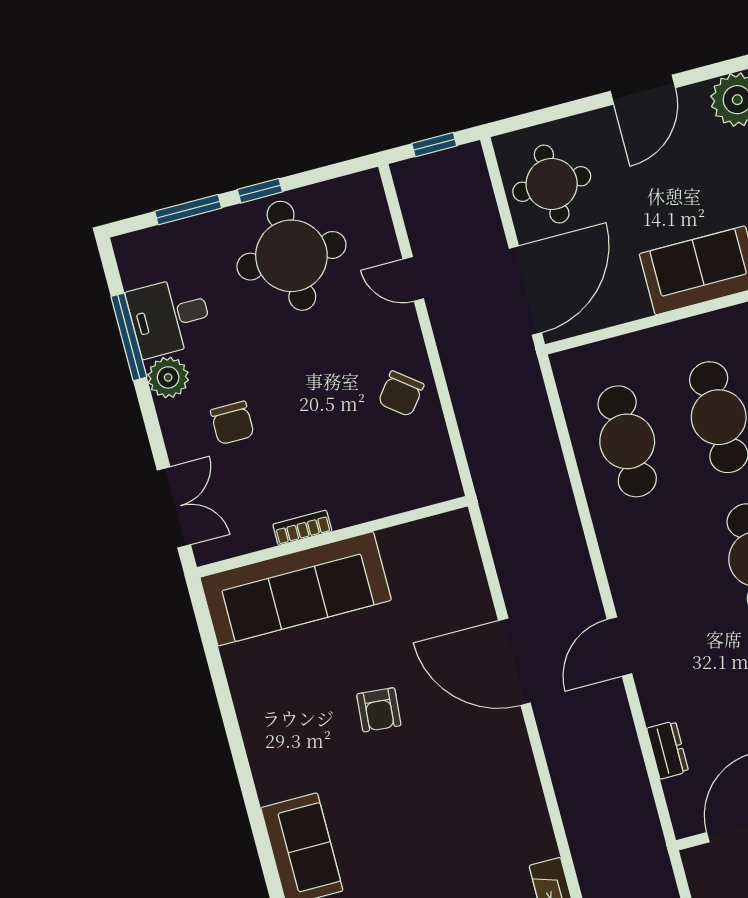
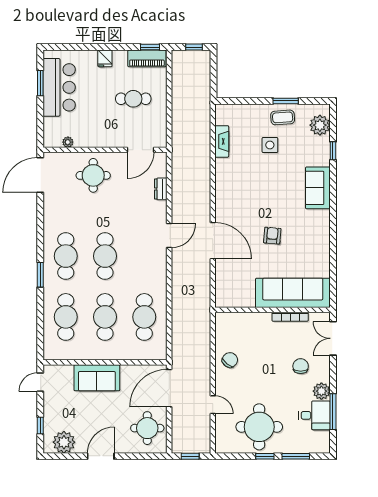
bookcase: (302, 528) -> (290, 317), width x1.56

